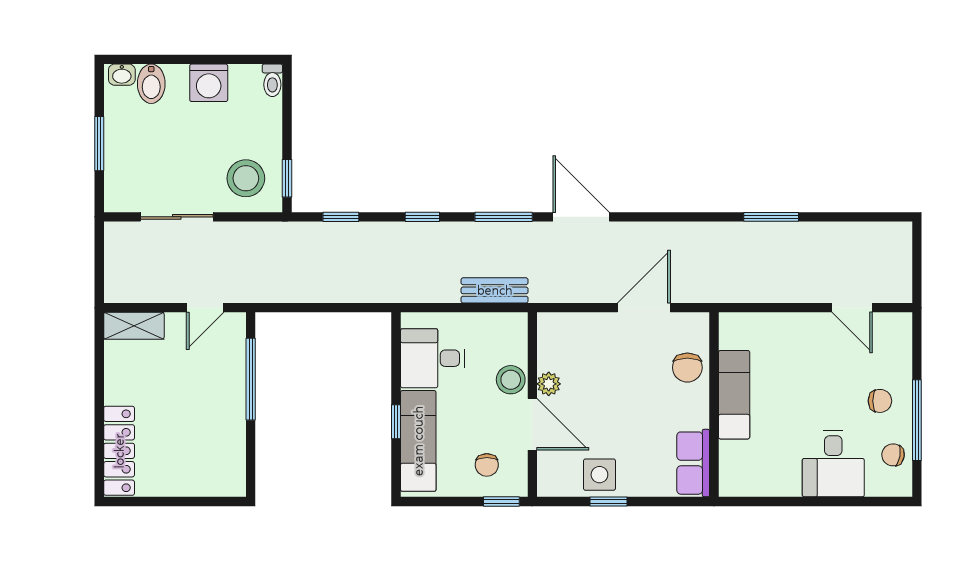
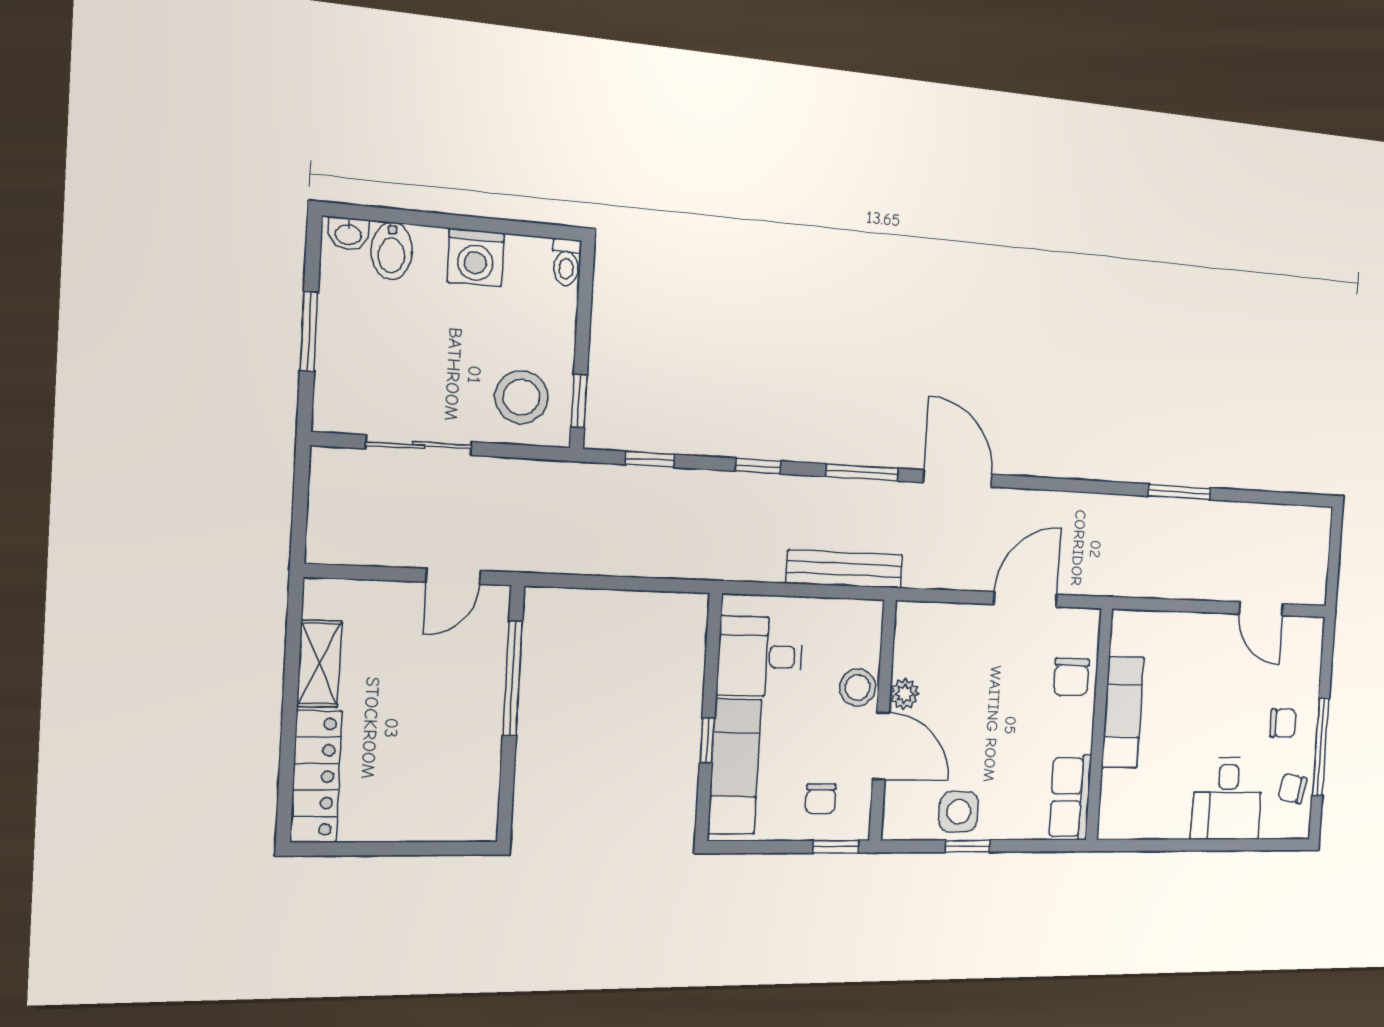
bench: (495, 290) -> (845, 569), width x1.36
shelving: (134, 326) -> (319, 664), moved, turned 90

